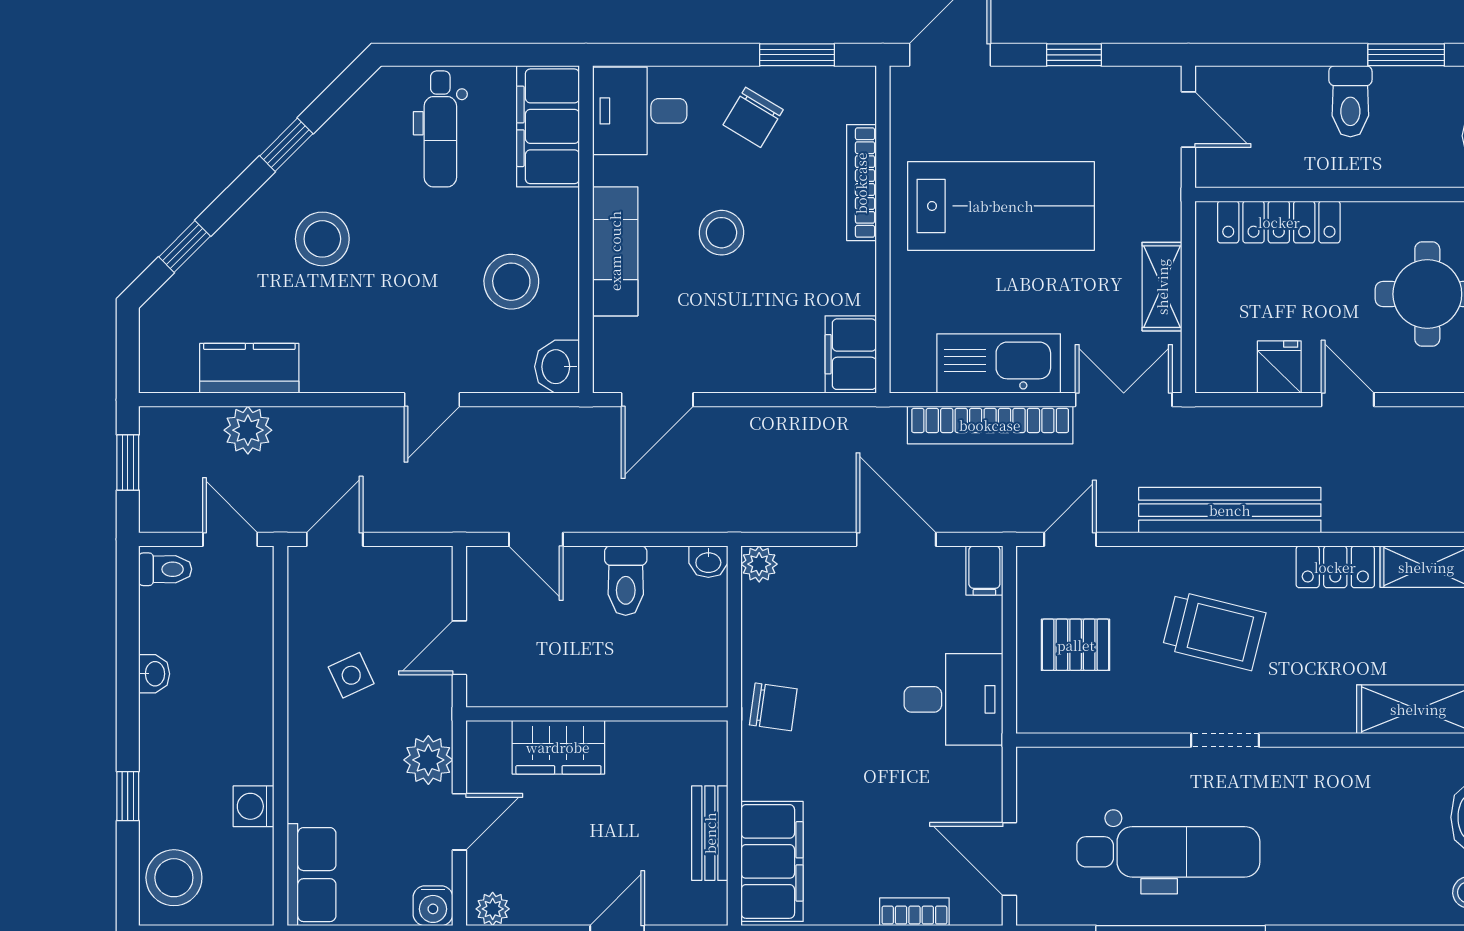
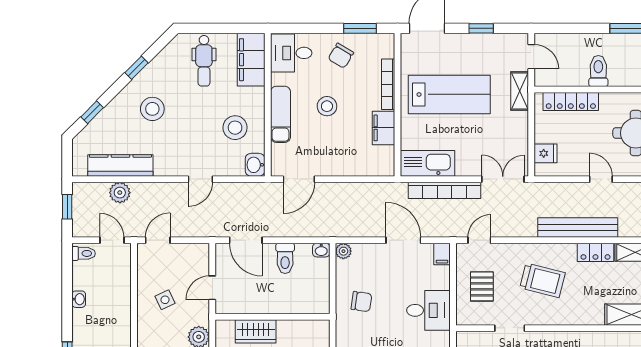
toilet: (1350, 101) -> (598, 71), moved, turned 180
shelving: (1162, 287) -> (520, 91), moved
filing cabinet: (851, 354) -> (383, 128), moved
kitchen sink: (999, 363) -> (427, 163), moved
fridge: (1279, 367) -> (546, 153), moved, turned 90
kitchen counter: (249, 368) -> (120, 166), width x1.50
bench: (1230, 510) -> (578, 228), moved
door: (536, 539) -> (246, 240), width x1.37
pallet: (1076, 645) -> (482, 286), turned 90
chair: (773, 707) -> (361, 302), moved
doorway: (1225, 740) -> (510, 328), moved

